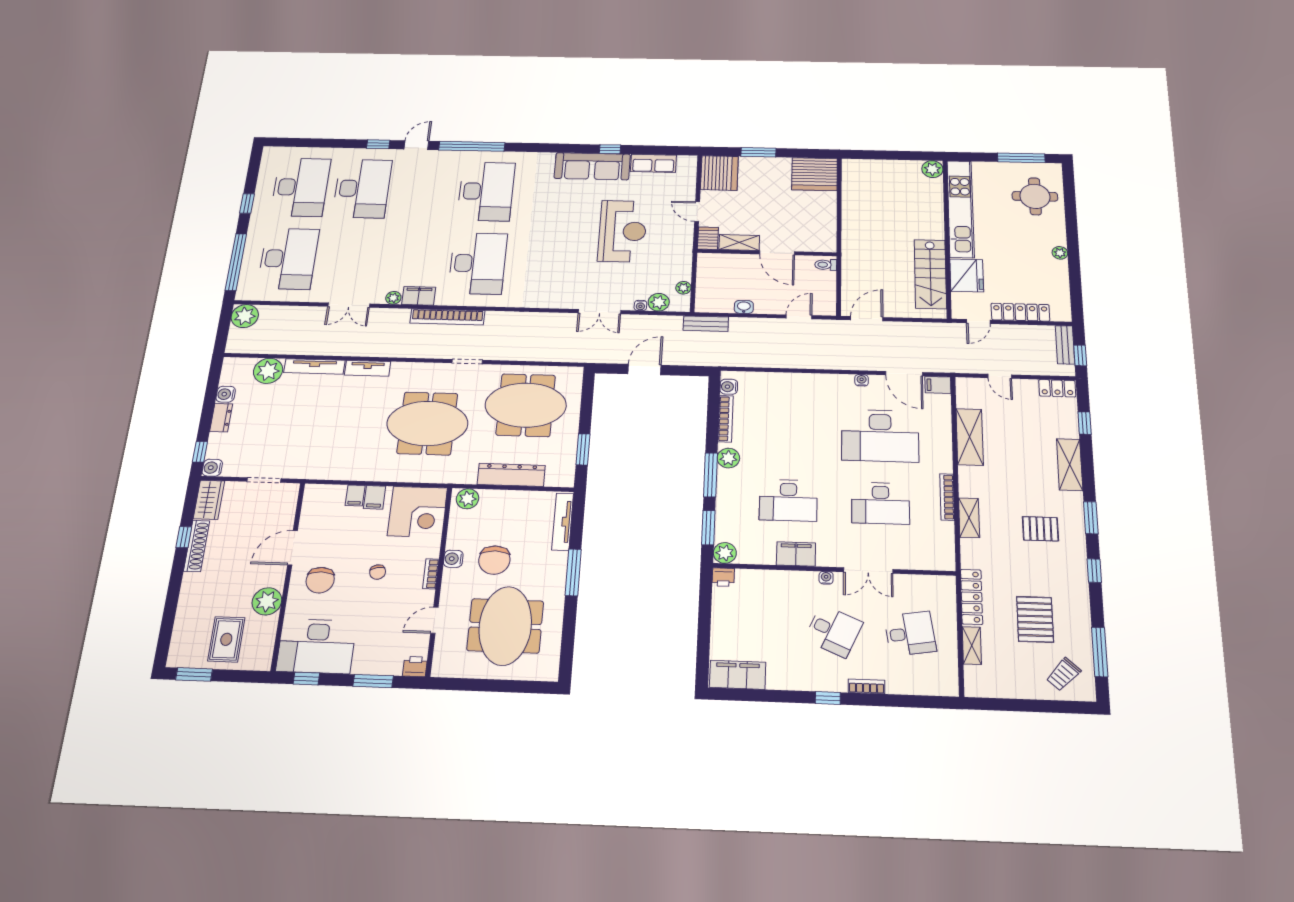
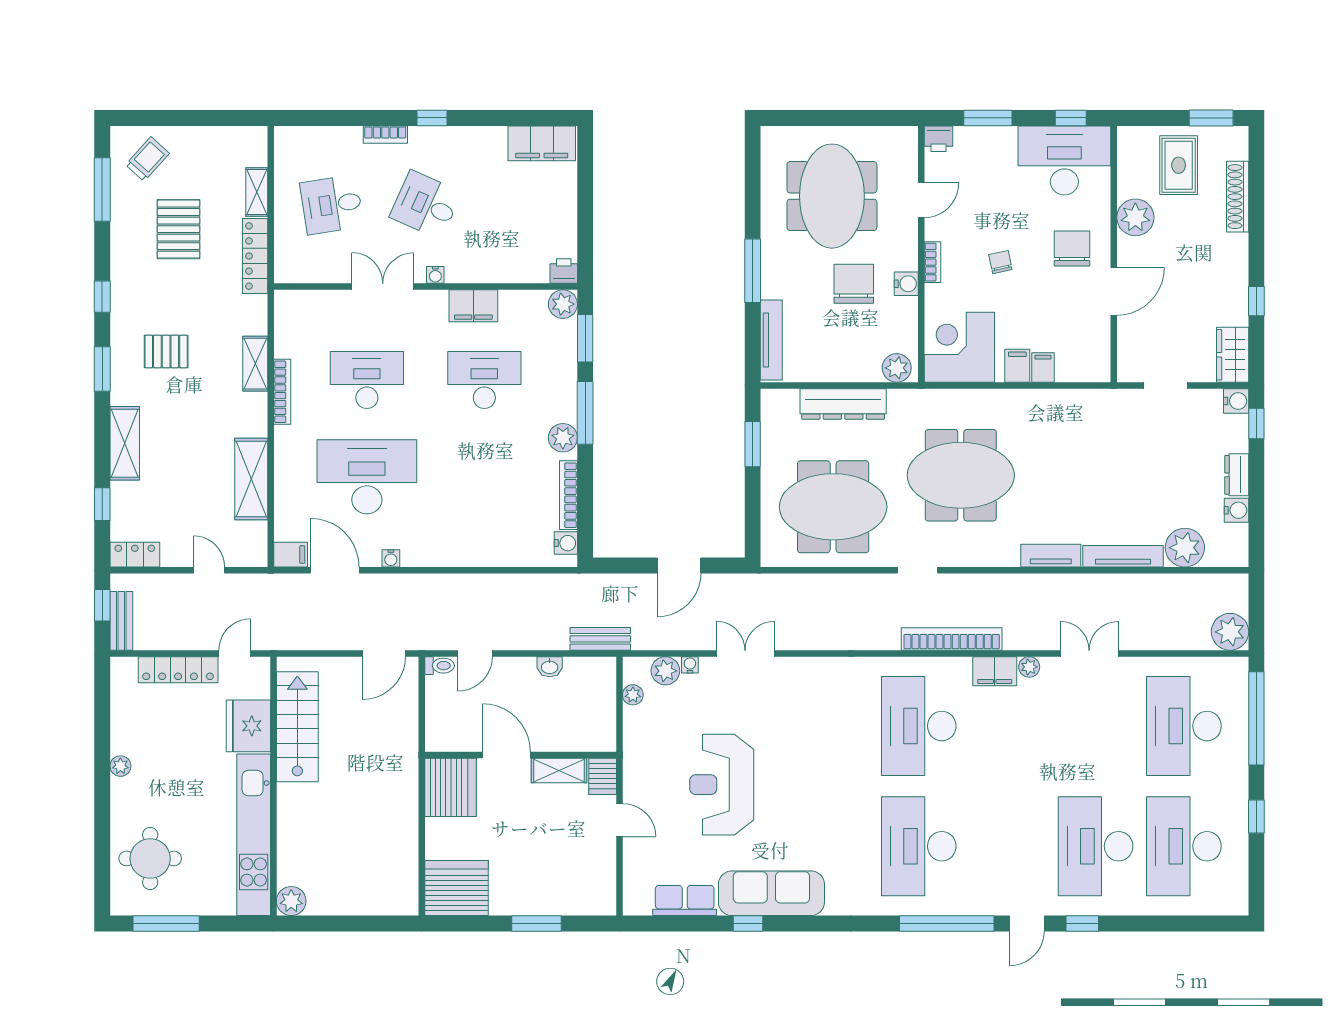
server rack: (719, 173) -> (450, 787), moved, turned 180
toilet: (826, 265) -> (440, 666), moved
shoe rack: (197, 546) -> (1238, 197), moved

